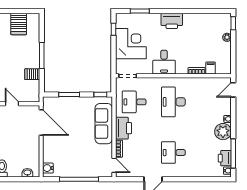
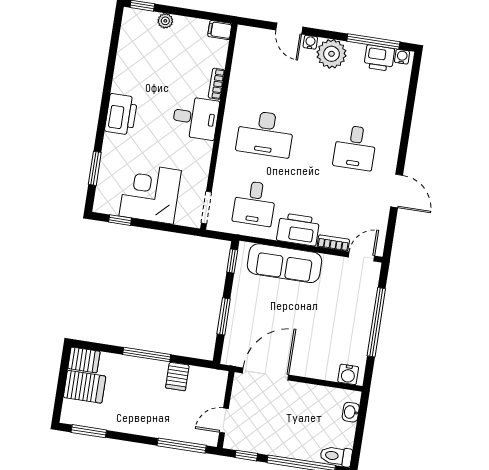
server rack: (33, 21) -> (84, 360), added
desk: (164, 62) -> (196, 118), moved
filing cabinet: (211, 68) -> (220, 30), moved
door: (233, 90) -> (289, 28), moved

